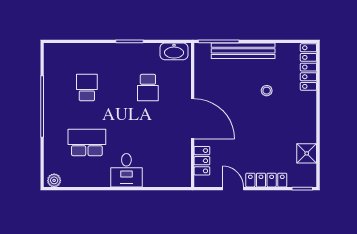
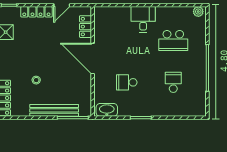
school desk: (87, 88) -> (173, 82), turned 180
school desk: (148, 88) -> (127, 82), turned -90
door: (233, 189) -> (62, 5), hinge flipped

